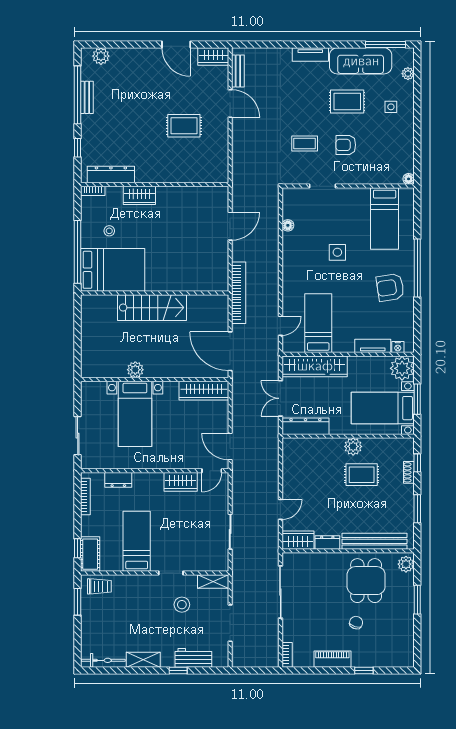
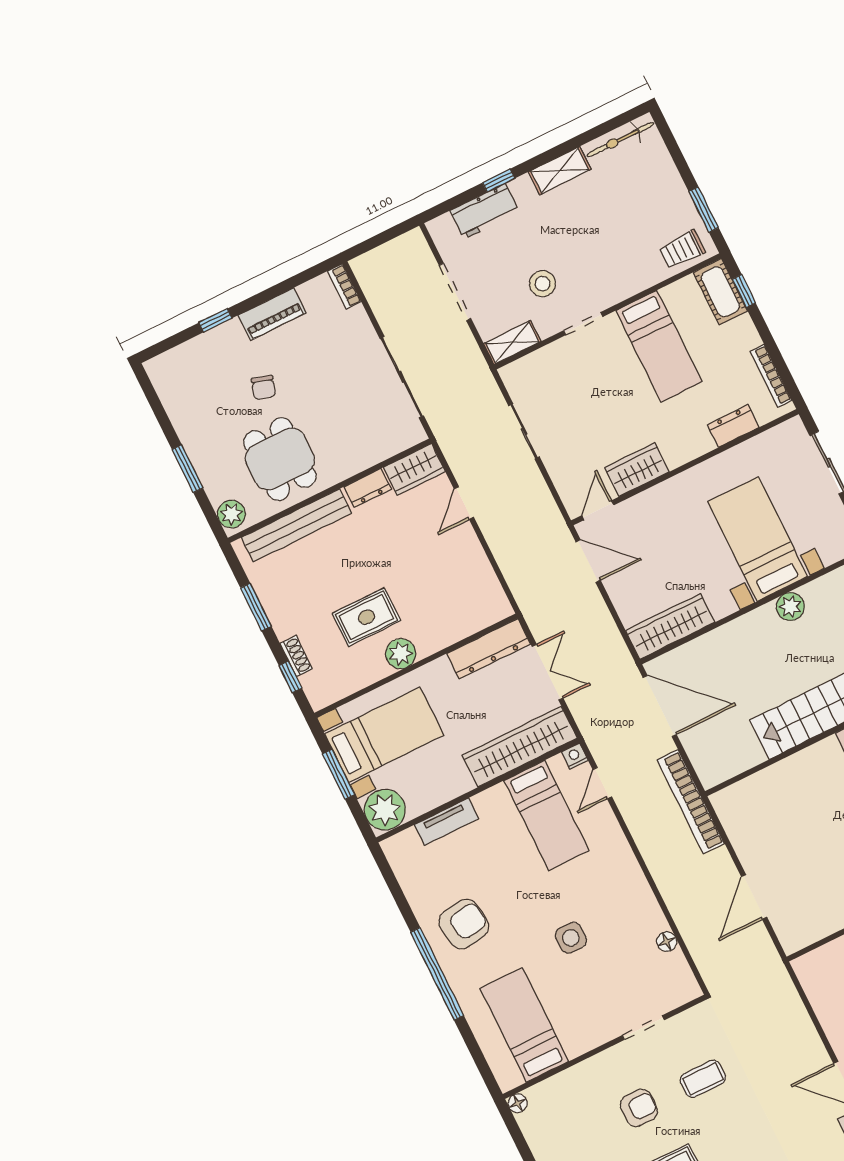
nightstand: (398, 347) -> (575, 756), moved

